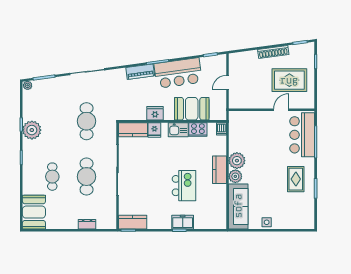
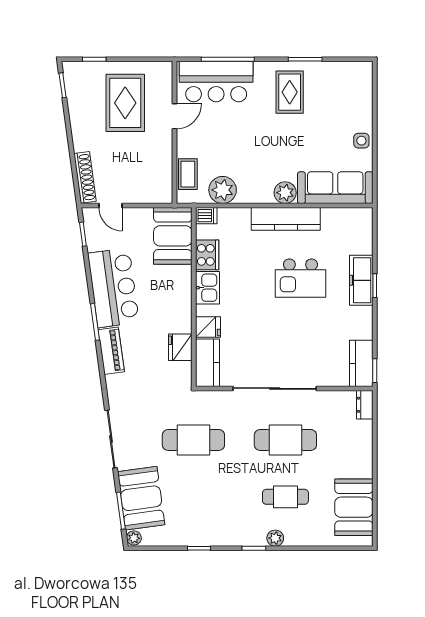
shoe rack: (273, 52) -> (85, 177), moved
door: (228, 82) -> (111, 206), moved
booth: (51, 90) -> (141, 498), added
booth: (192, 109) -> (173, 236), moved
door: (281, 110) -> (175, 116), swing flipped
fridge: (155, 113) -> (180, 347), moved
coffee table: (246, 118) -> (188, 174), added
plant: (32, 130) -> (275, 538), moved, width x0.53, depth x0.53
plant: (237, 161) -> (223, 190), moved
kitchen counter: (220, 170) -> (286, 219), width x1.50
rug: (296, 179) -> (290, 92), turned 90
kitchen island: (184, 186) -> (300, 278), turned 180
booth: (34, 212) -> (354, 507), moved, turned 90
freezer: (183, 222) -> (361, 280), width x1.40
dresser: (87, 224) -> (365, 405), moved

